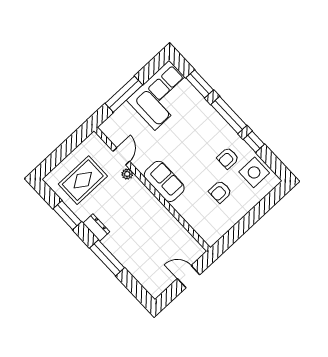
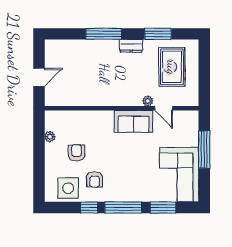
armchair: (228, 158) -> (95, 179), turned 180
sofa: (164, 181) -> (133, 121), moved
plant: (227, 224) -> (50, 137), added

